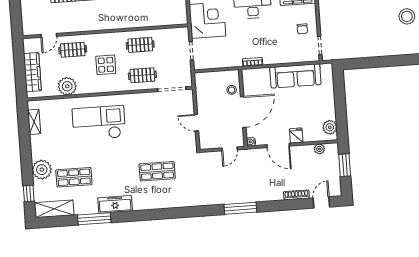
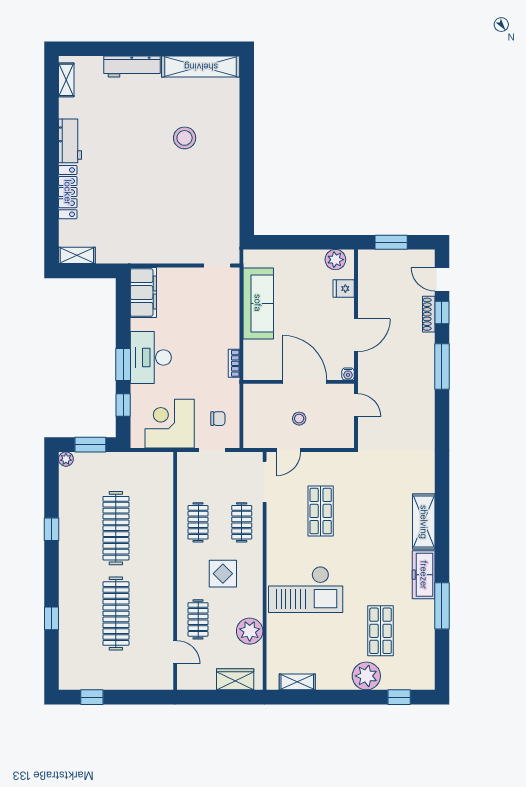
chair: (302, 29) -> (218, 419), moved
wardrobe: (32, 72) -> (235, 679), width x0.67
stool: (232, 90) -> (299, 419), moved
checkout: (99, 123) -> (306, 589), turned -90
door: (196, 123) -> (288, 450), moved
fridge: (296, 135) -> (344, 289), moved
plant: (319, 149) -> (365, 277), removed
shop shelf: (157, 171) -> (321, 511), moved
window: (298, 204) -> (442, 312), added
window: (240, 208) -> (442, 366), moved
shelving: (54, 209) -> (424, 522), moved

